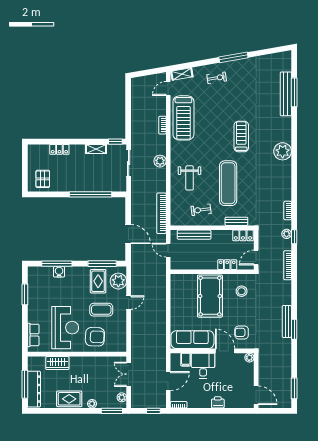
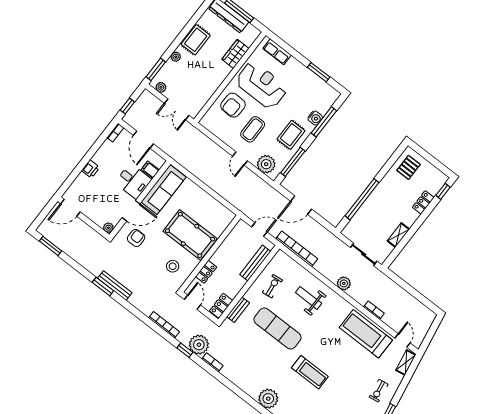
window: (115, 142) -> (443, 191), moved
pallet: (43, 179) -> (409, 167), turned 90
plant: (287, 234) -> (199, 345), width x1.88, depth x1.88
rug: (98, 281) -> (291, 135), moved, turned 90
reception desk: (65, 328) -> (261, 85), turned 180
double door: (129, 374) -> (177, 109), swing flipped

